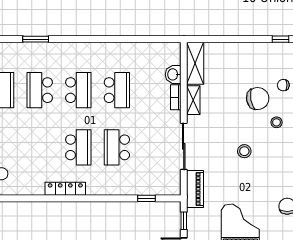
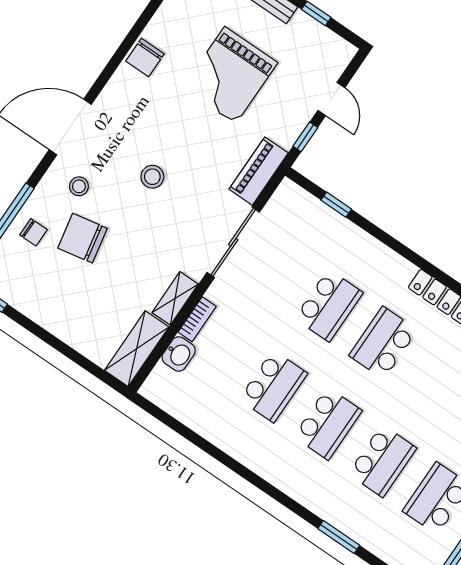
school desk: (78, 90) -> (328, 424), turned 180
school desk: (117, 90) -> (273, 386), turned 180

